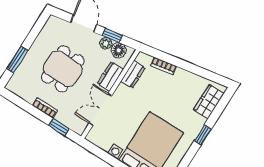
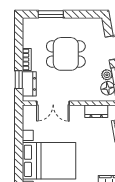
dresser: (110, 76) -> (29, 84), moved, turned 90
double door: (100, 109) -> (53, 103), swing flipped

